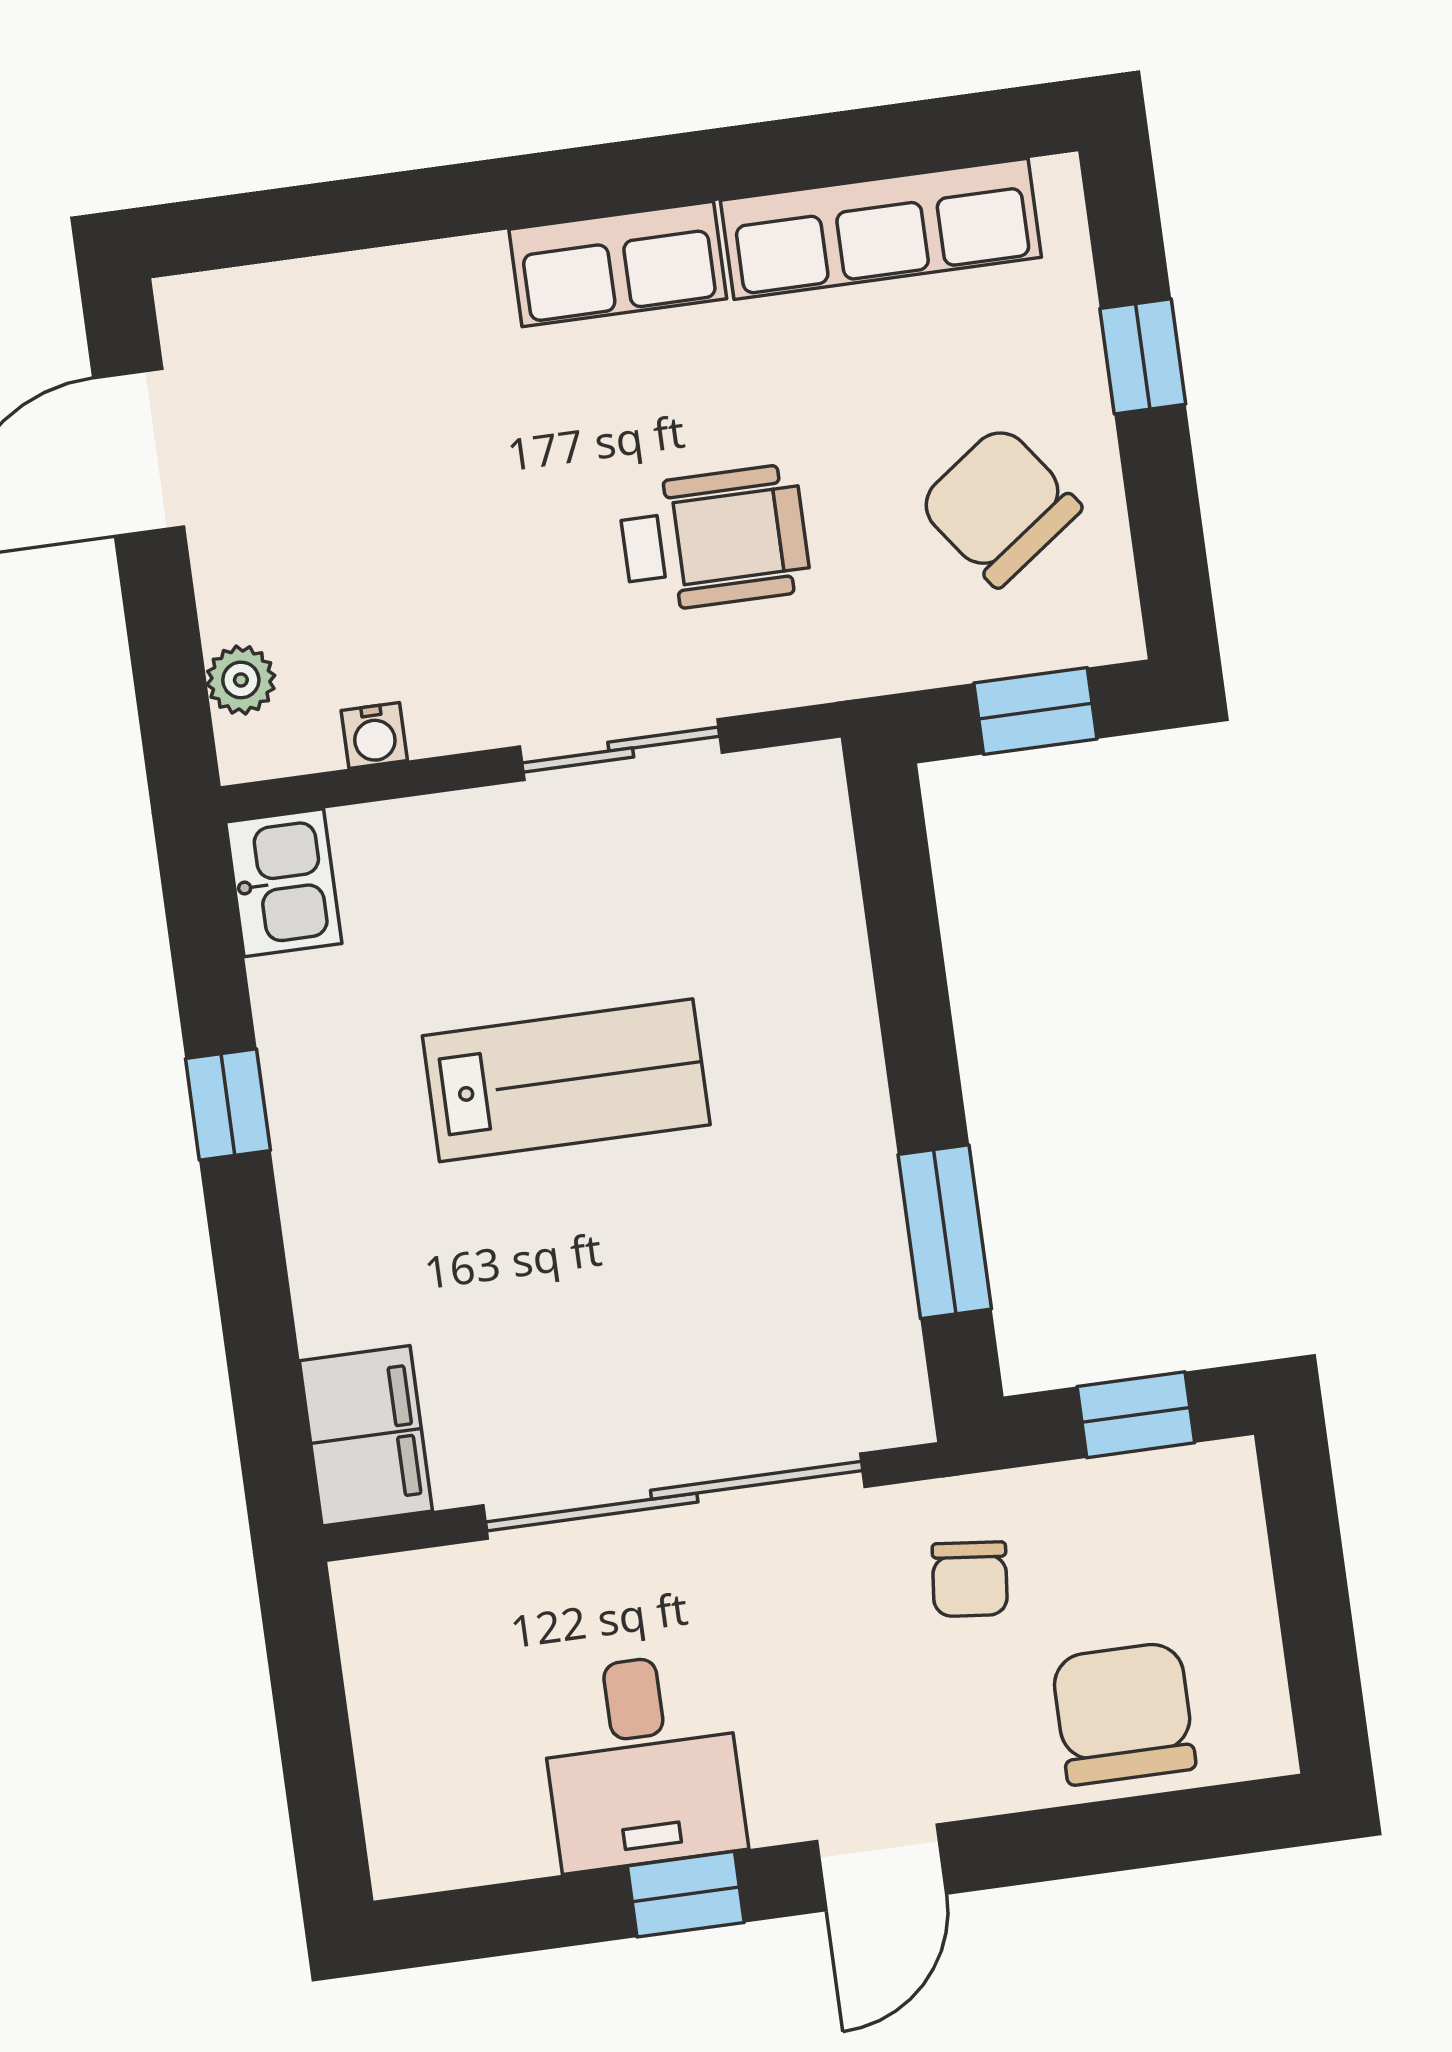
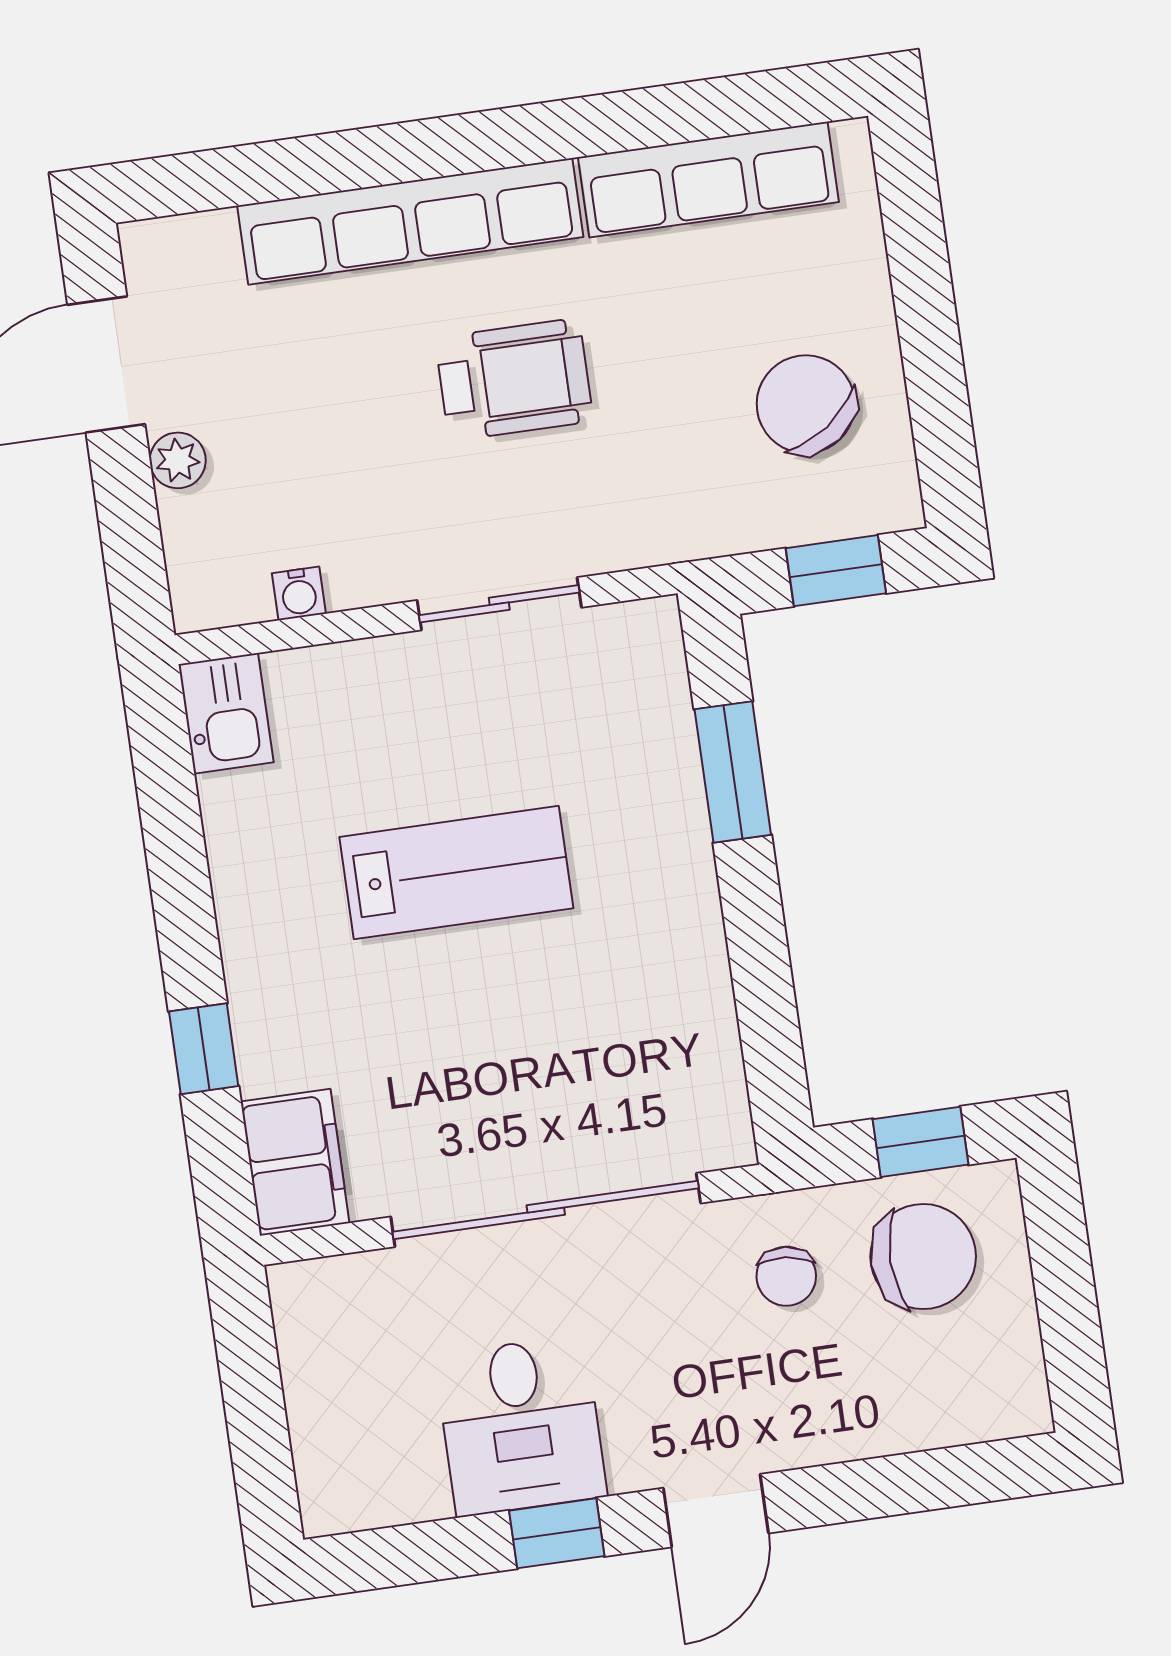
row of seats: (618, 264) -> (410, 221), width x2.02
window: (1143, 356) -> (922, 282), removed
wheelchair: (714, 539) -> (514, 380), moved
plant: (241, 680) -> (178, 460), moved
window: (228, 1104) -> (204, 1049), moved
window: (945, 1232) -> (733, 772), moved
chair: (1124, 1713) -> (923, 1257), moved, turned 89

